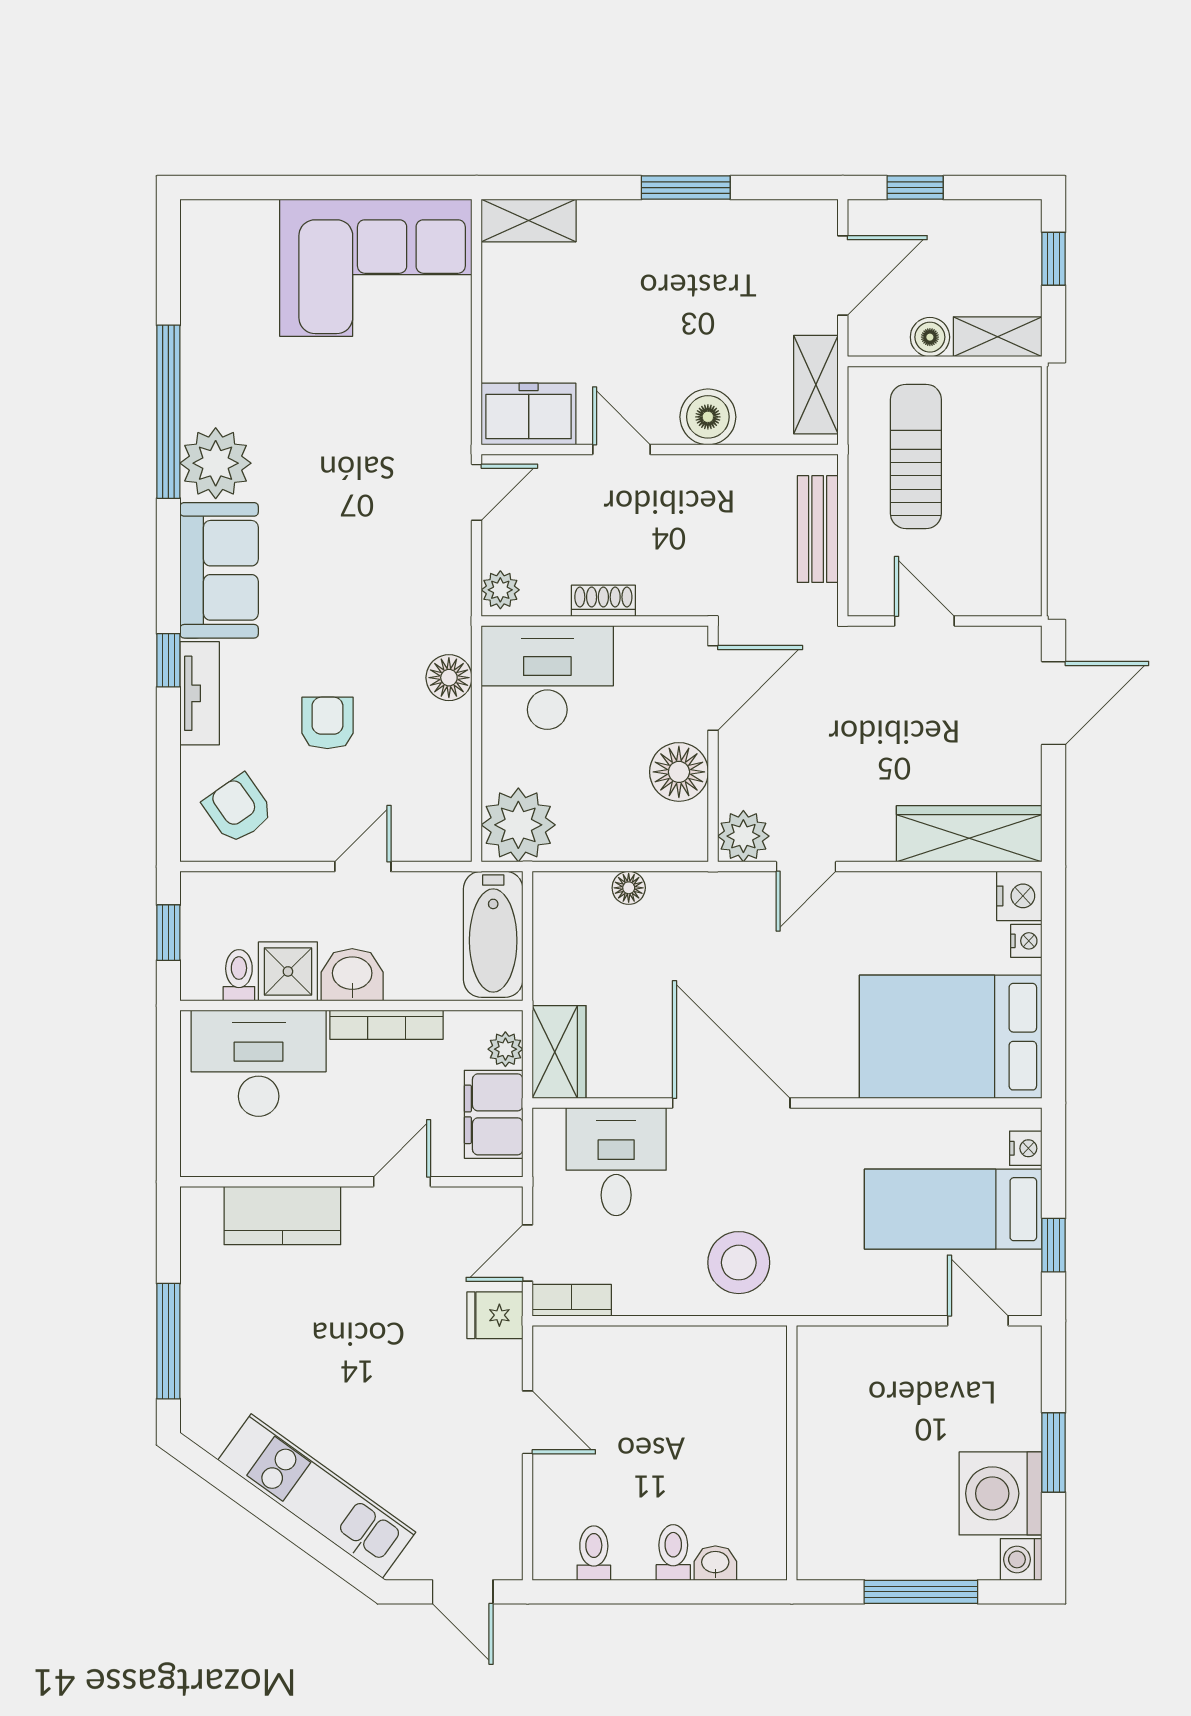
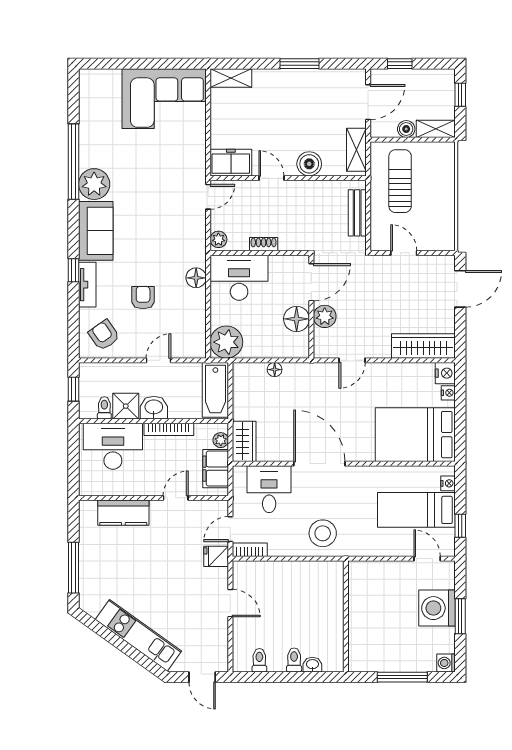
plant: (743, 836) -> (325, 316), moved
washing machine: (1001, 1493) -> (437, 608), moved

